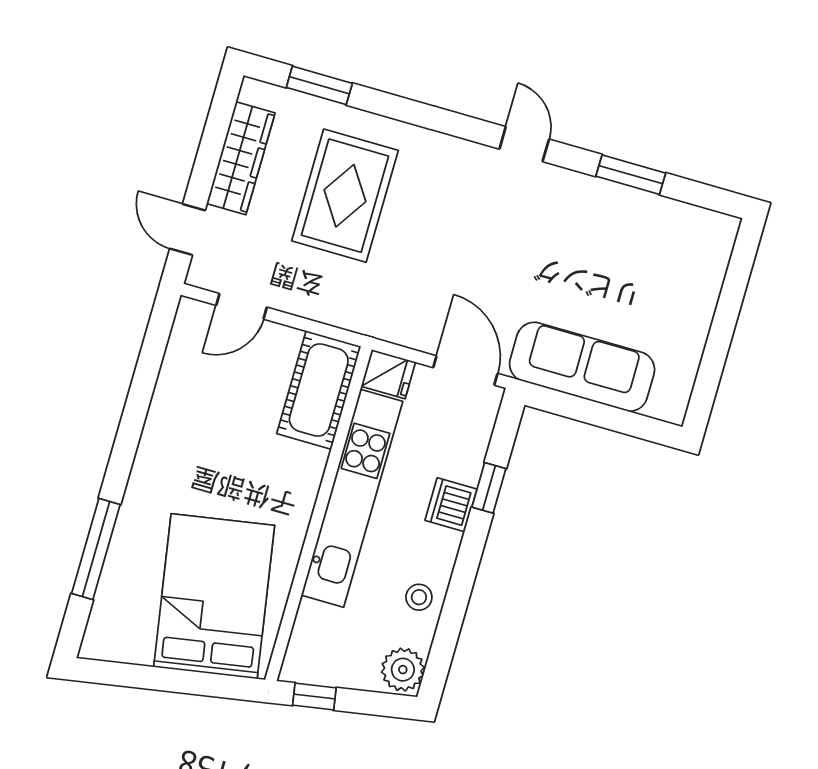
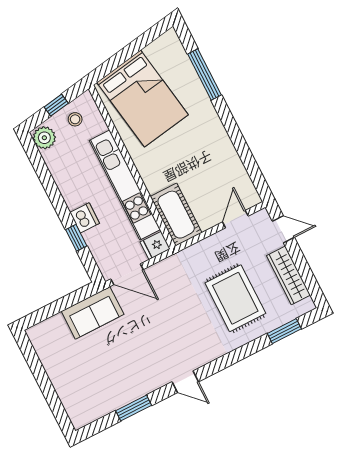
sofa: (582, 367) -> (93, 313), width x0.73
stool: (419, 597) -> (75, 119), moved
window: (314, 697) -> (56, 105), moved

